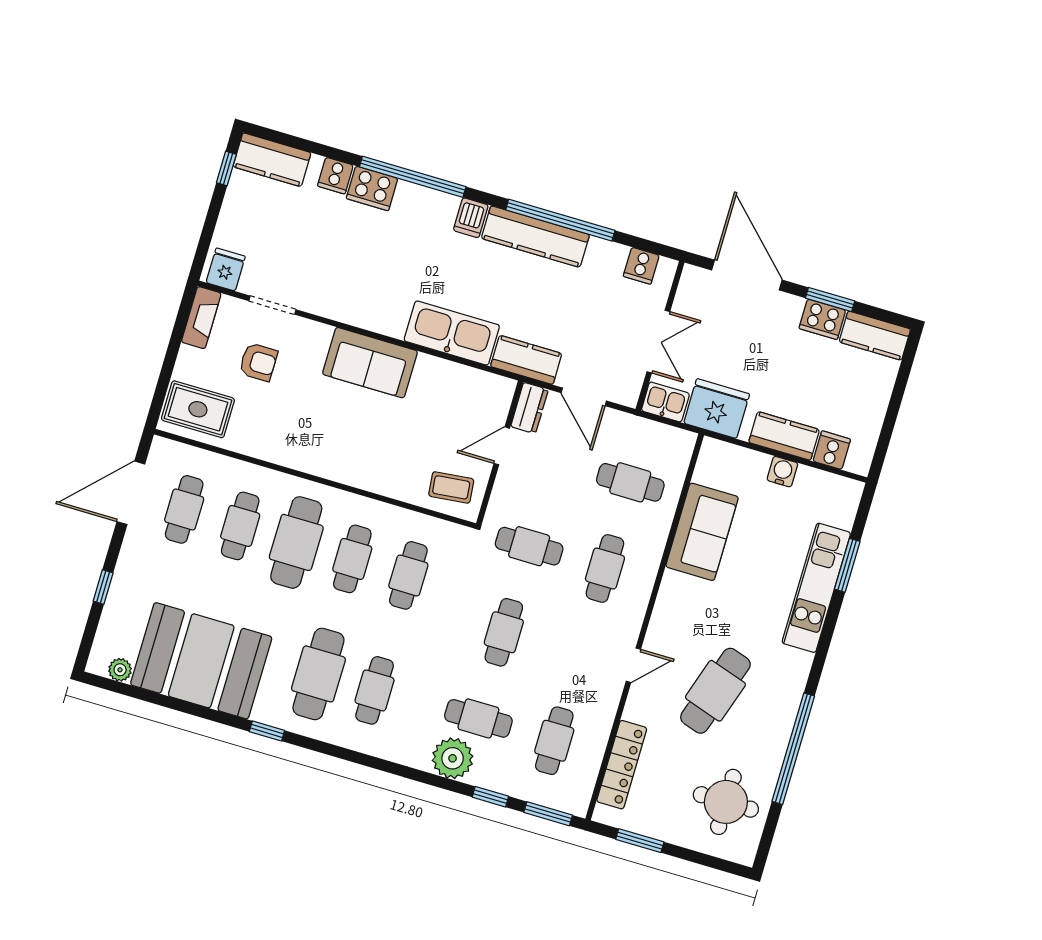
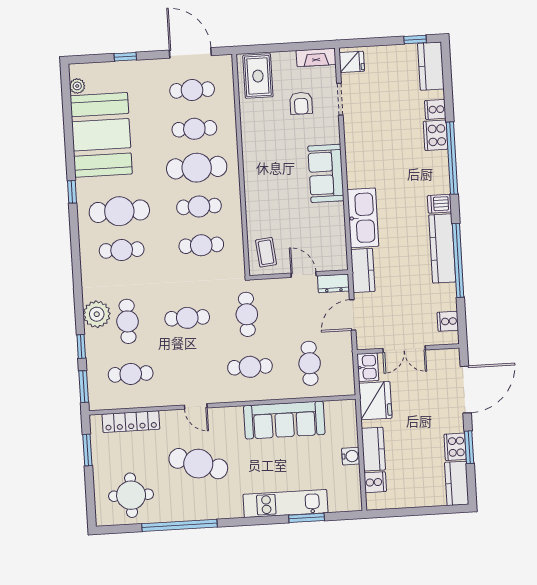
sofa: (702, 532) -> (284, 420), width x1.36

